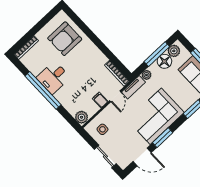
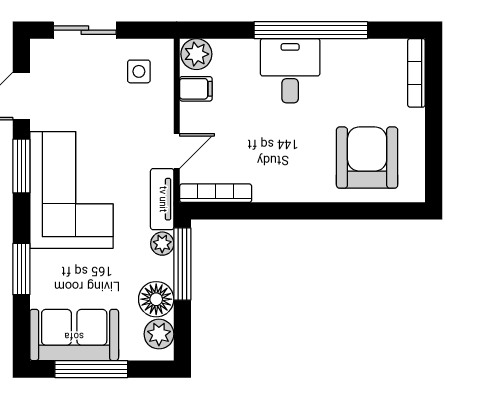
window: (157, 54) -> (182, 264), moved
desk: (53, 77) -> (290, 71), moved
door: (115, 96) -> (177, 151), swing flipped
filing cabinet: (100, 100) -> (196, 89), moved

